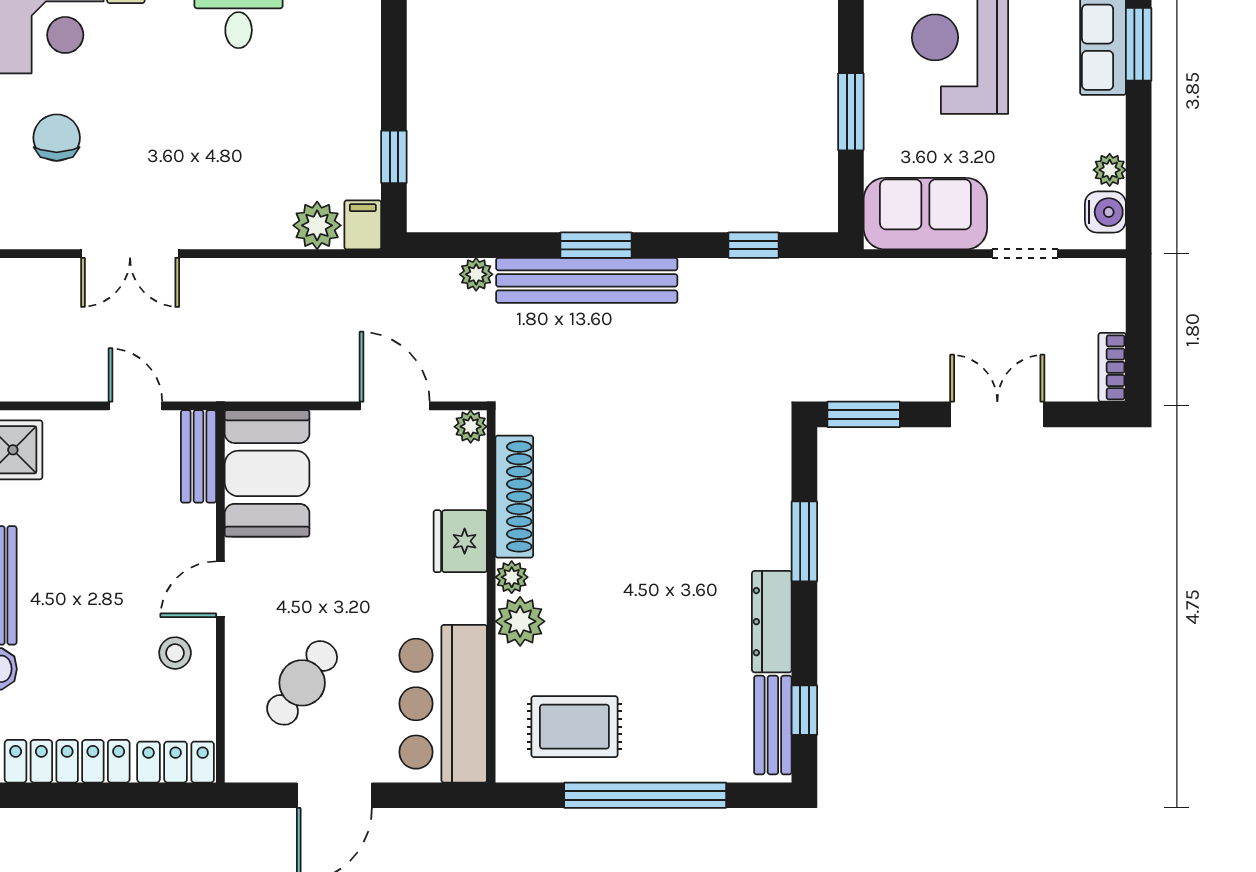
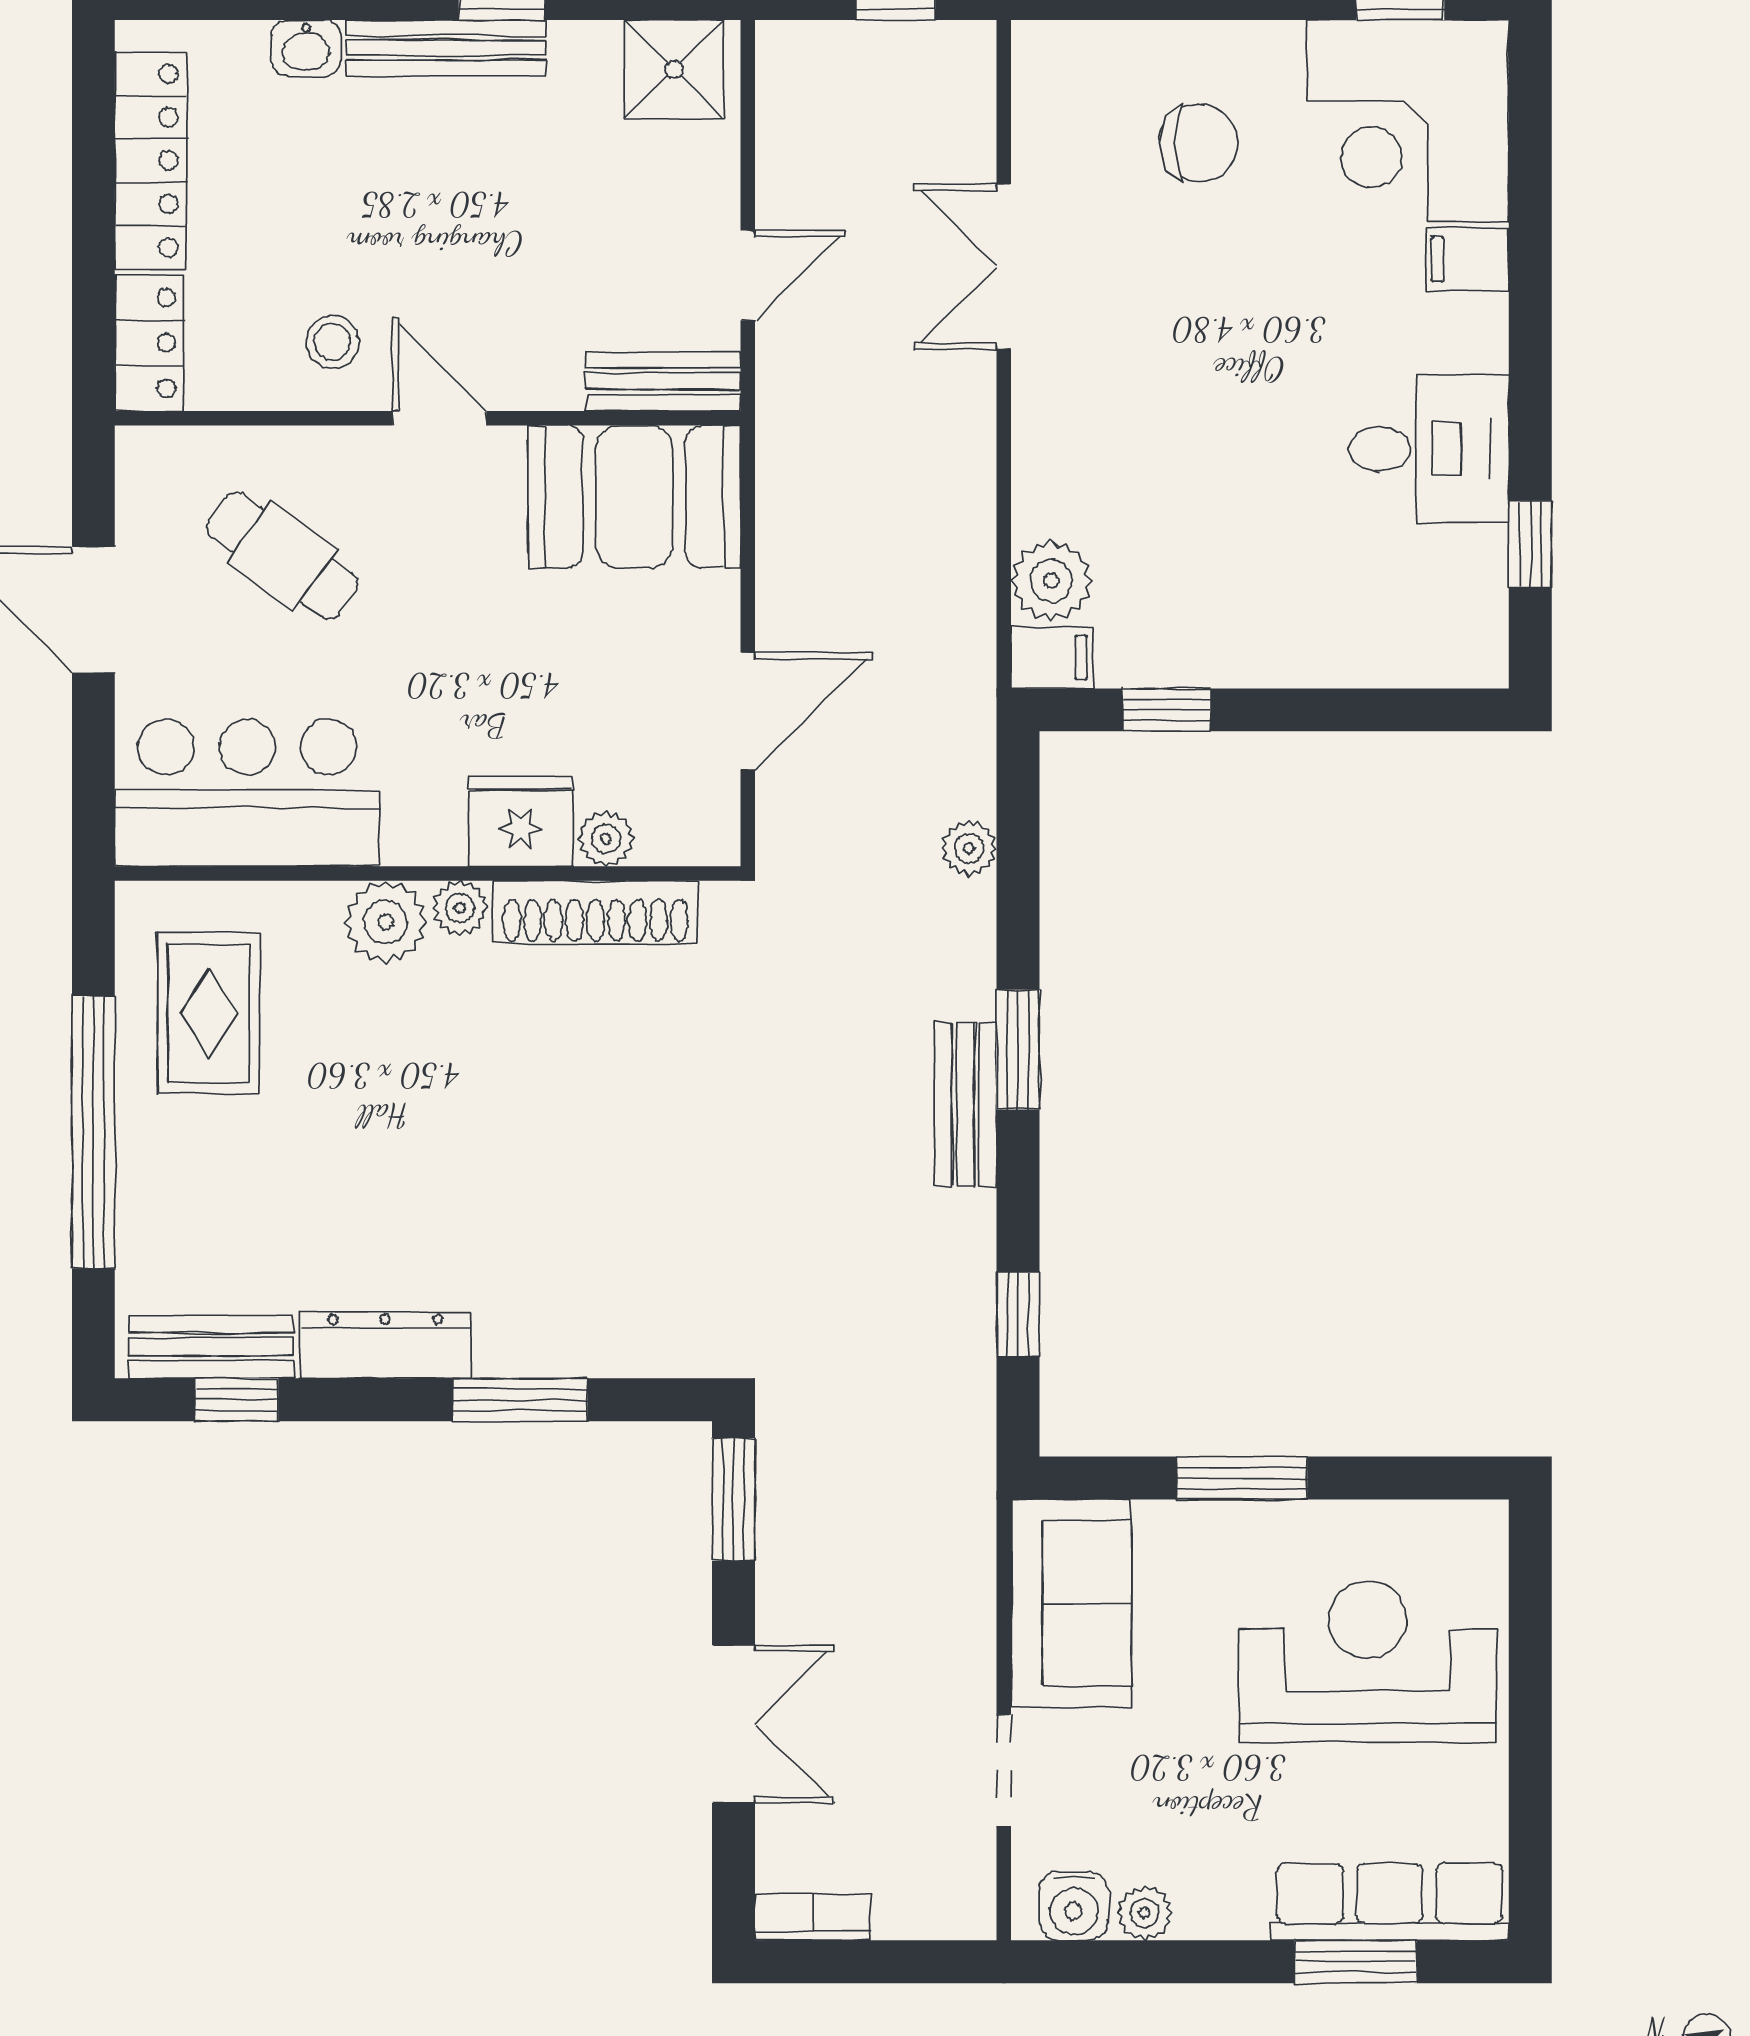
bench: (587, 280) -> (966, 1104), width x0.54, depth x0.82
plant: (471, 427) -> (606, 839), moved

